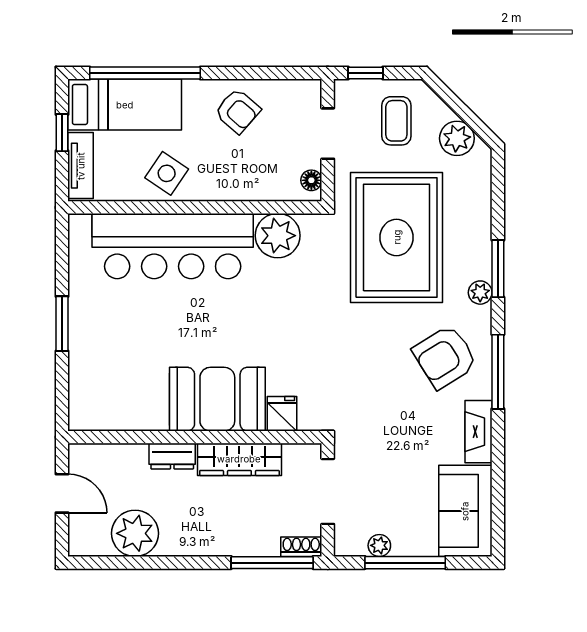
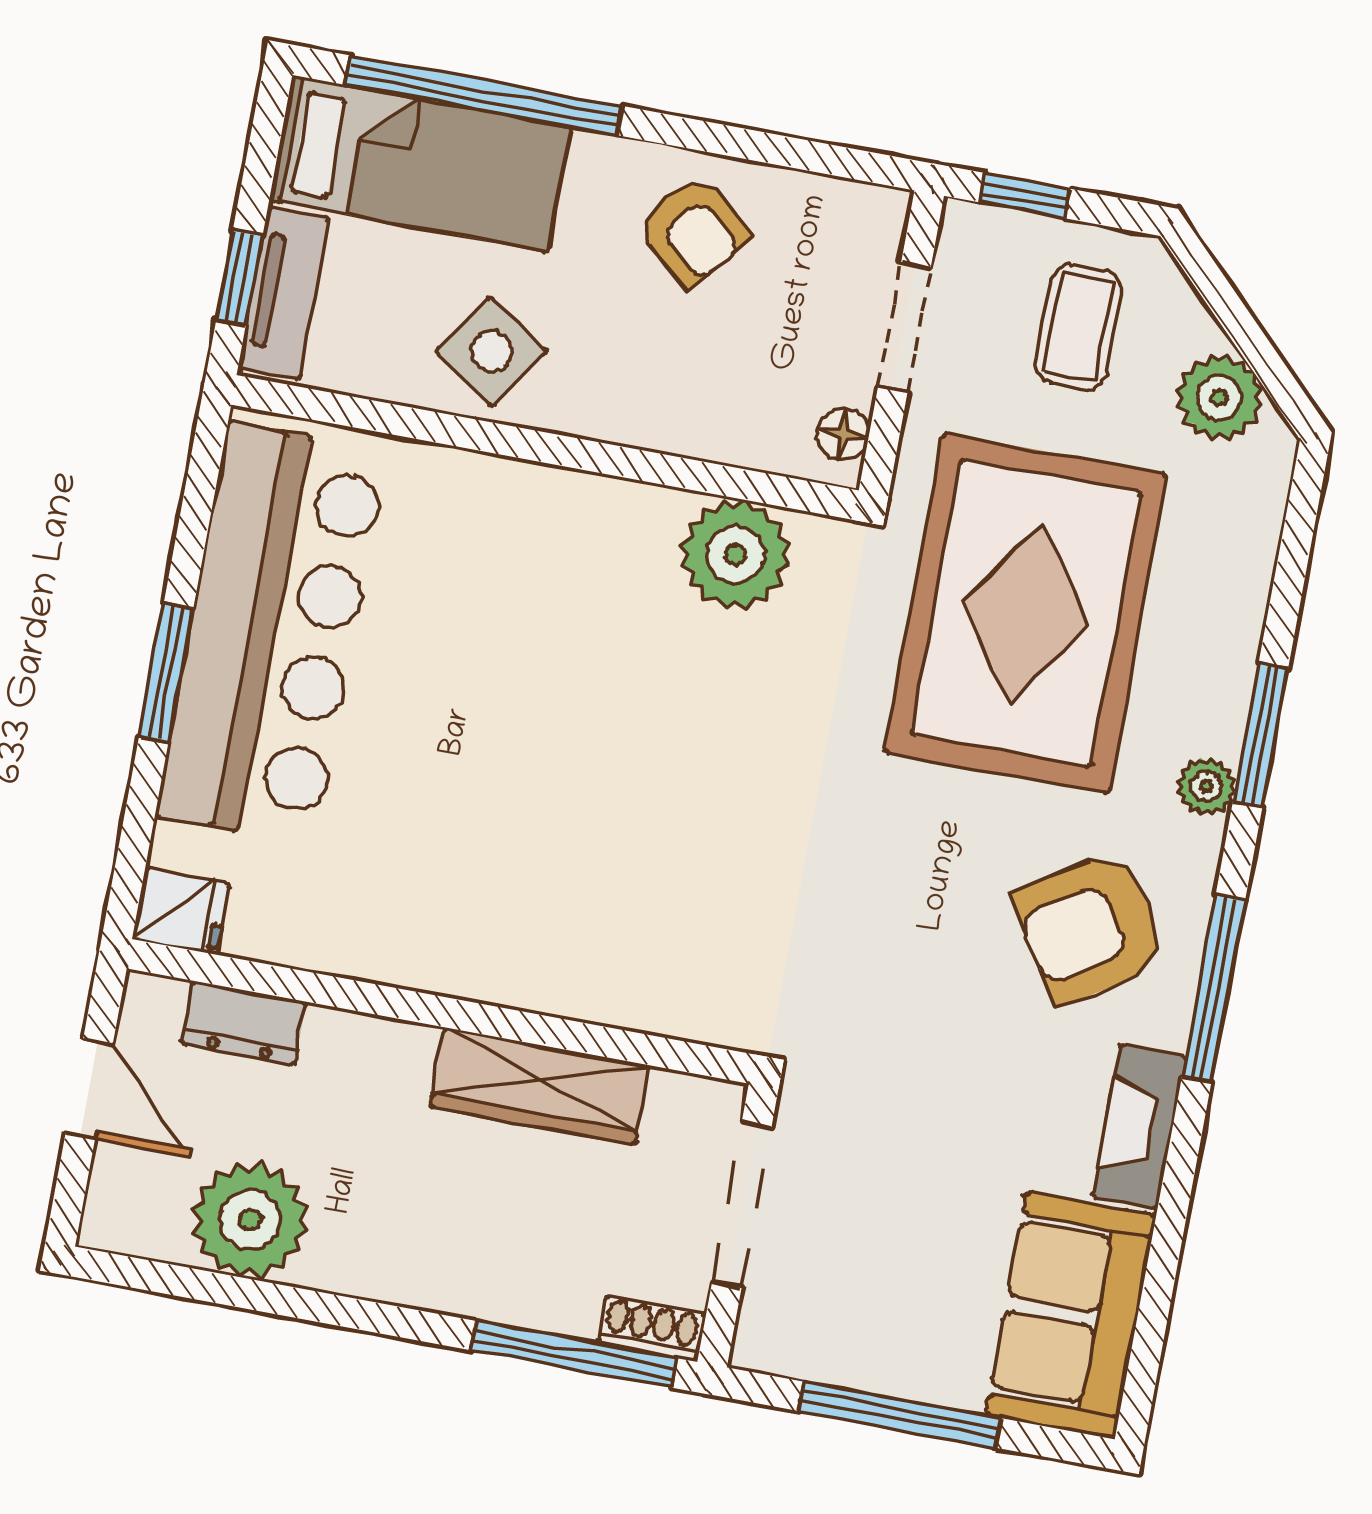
window: (62, 133) -> (239, 278), moved
bar counter: (173, 246) -> (272, 633), moved, turned -90
booth: (217, 399) -> (513, 928), removed
fridge: (282, 414) -> (181, 911), moved, turned 90
dresser: (172, 456) -> (244, 1023), moved
plant: (379, 545) -> (844, 1361), removed

